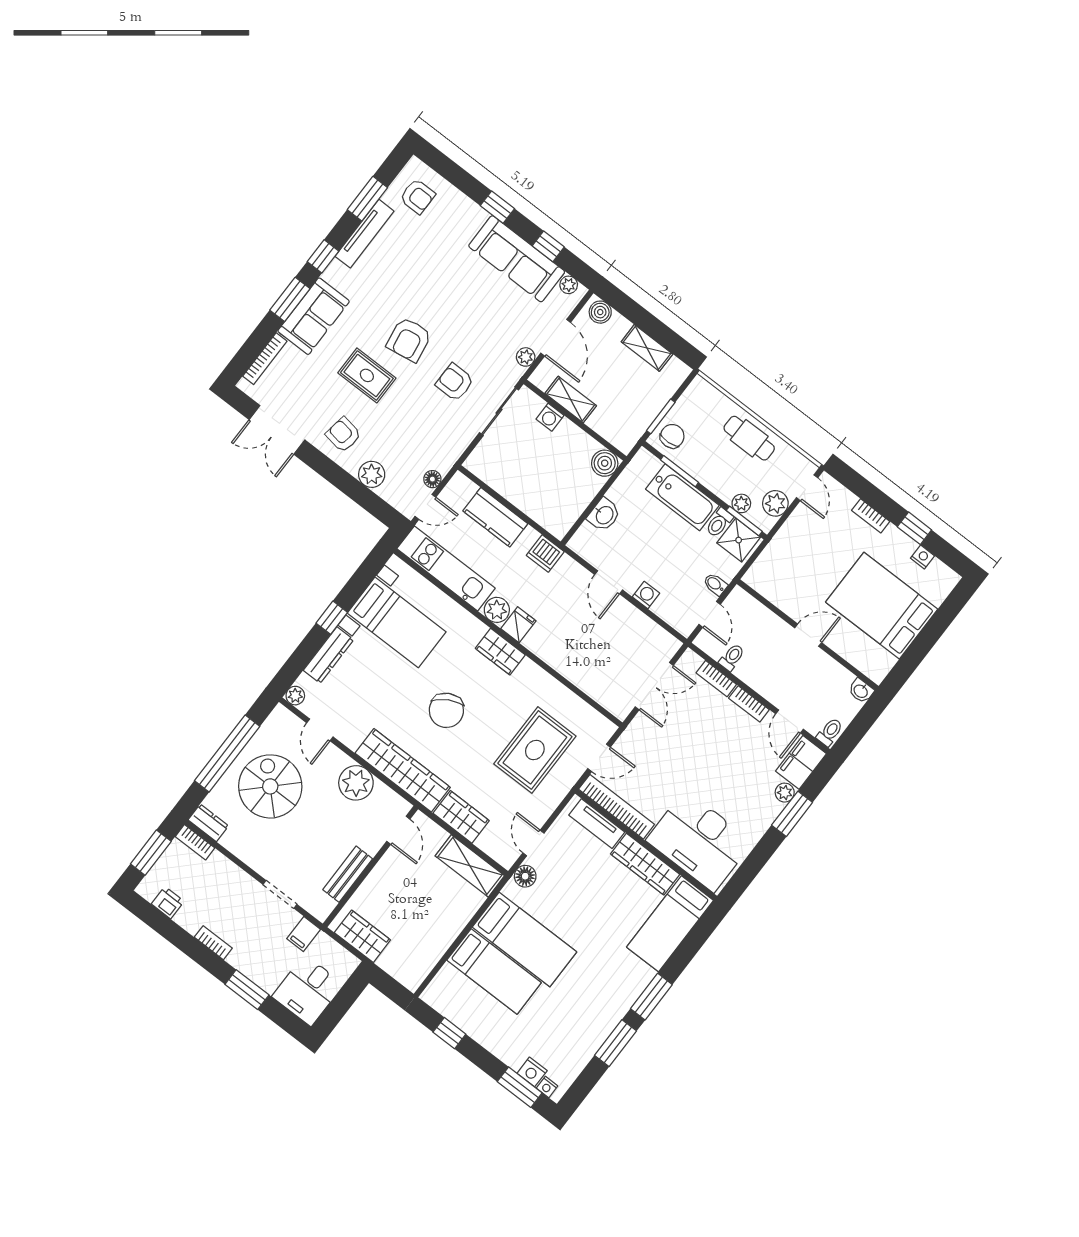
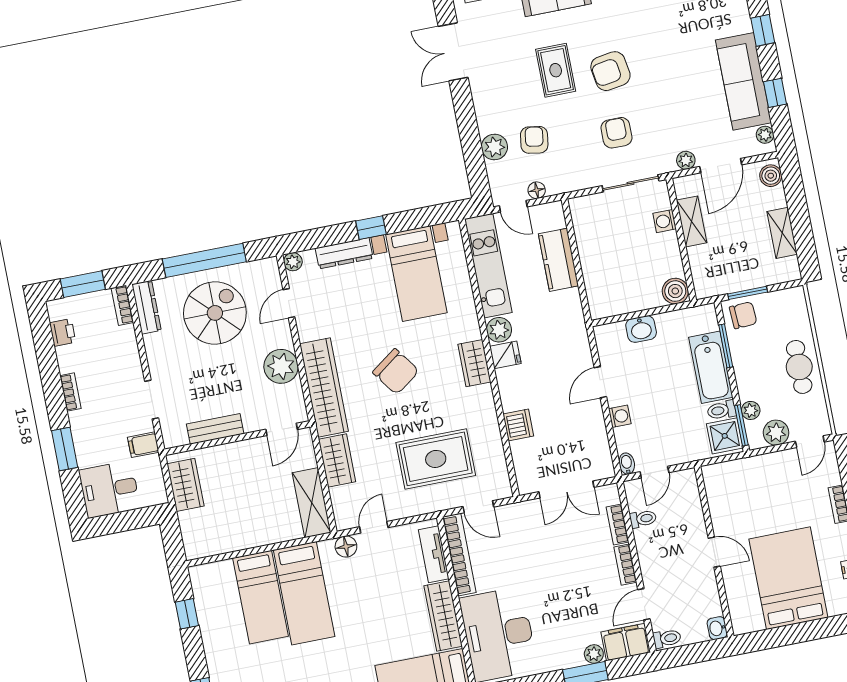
armchair: (343, 435) -> (534, 140), moved
dishwasher: (545, 553) -> (518, 425), moved, turned 180
bidet: (715, 584) -> (627, 464), moved
chair: (446, 710) -> (396, 372), turned -97
dresser: (208, 823) -> (147, 307), width x1.44

